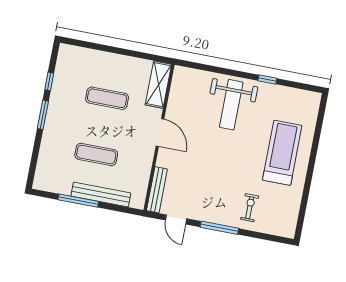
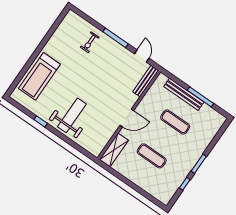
door: (160, 132) -> (127, 118), swing flipped
treadmill: (282, 153) -> (39, 76), moved

